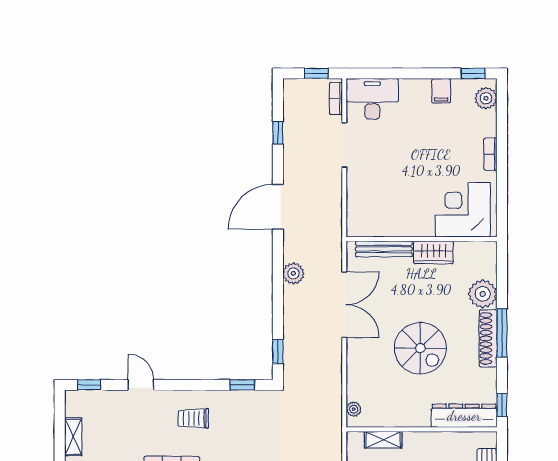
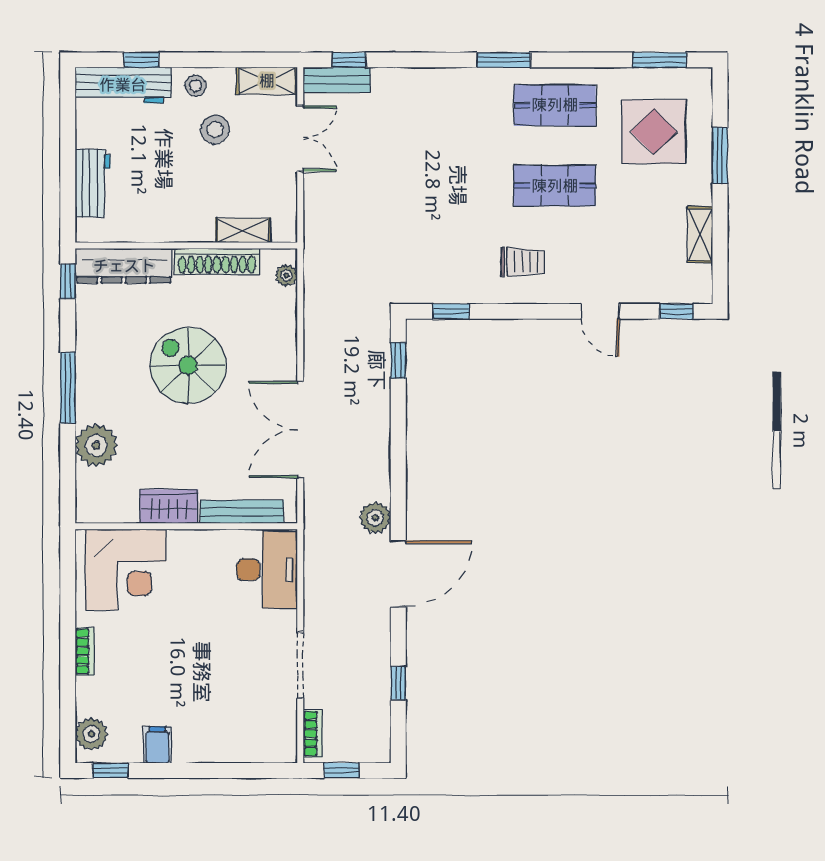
desk: (372, 99) -> (267, 570), moved, turned -90
plant: (293, 273) -> (375, 518), moved
shoe rack: (488, 338) -> (217, 261), moved, turned 90

